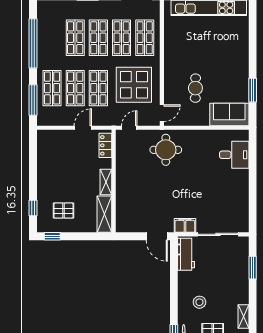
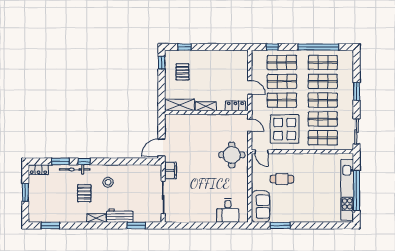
shop shelf: (52, 38) -> (323, 62), added
window: (33, 100) -> (272, 47), width x0.46
workbench: (186, 254) -> (120, 216), moved, turned 180

